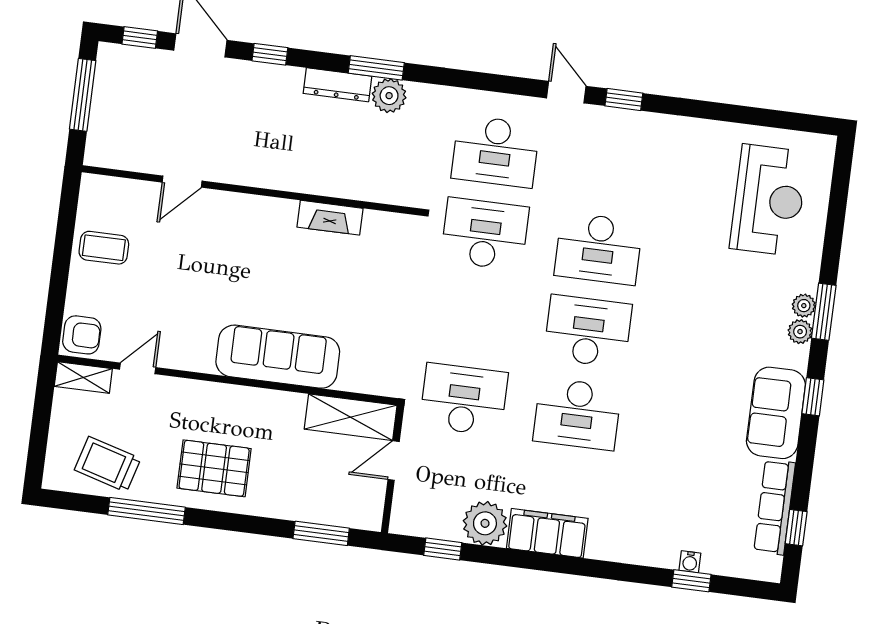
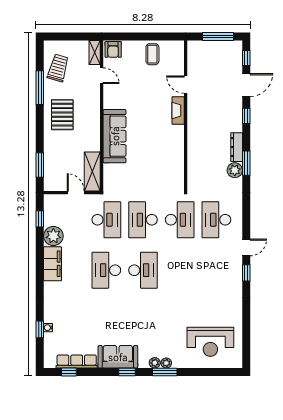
fireplace: (330, 218) -> (178, 110), moved
desk: (598, 249) -> (143, 220), moved

